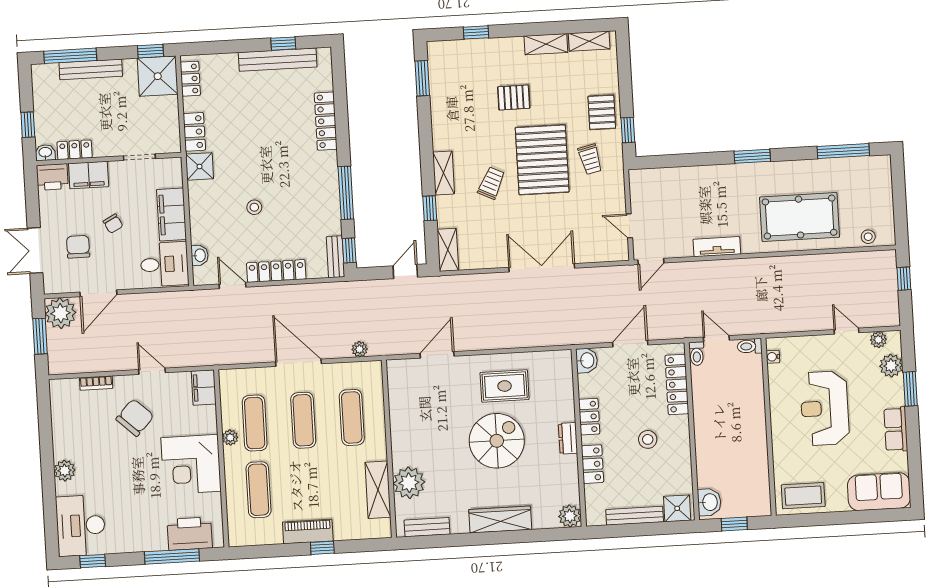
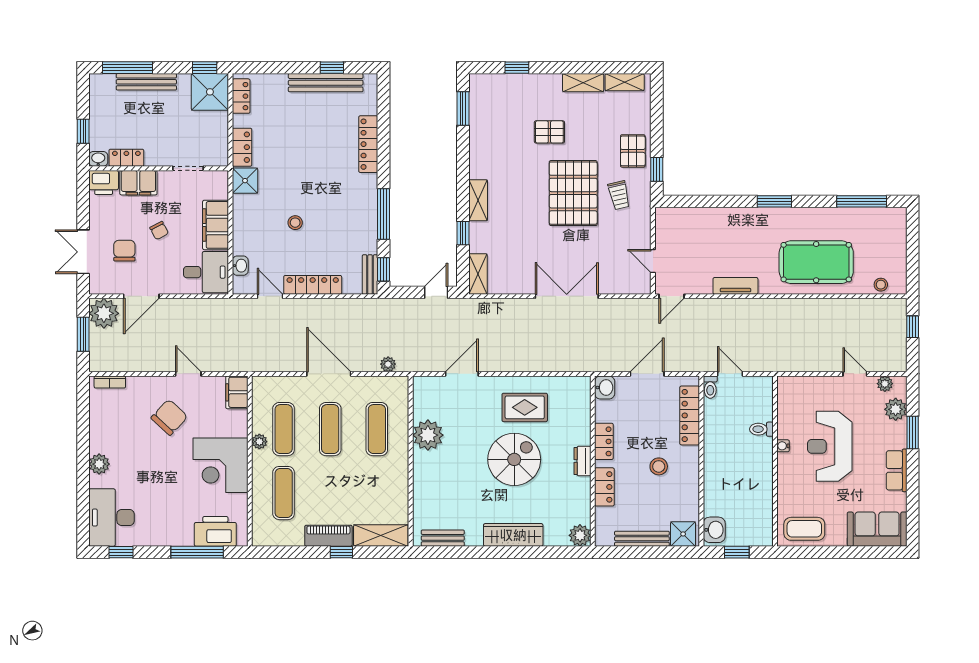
trolley: (491, 183) -> (523, 213), removed
toilet: (750, 346) -> (761, 429), moved
water cooler: (773, 357) -> (783, 446), moved
bookcase: (96, 383) -> (110, 382), moved
plant: (409, 483) -> (428, 435), moved
shelving: (378, 490) -> (381, 535), moved, turned 90

